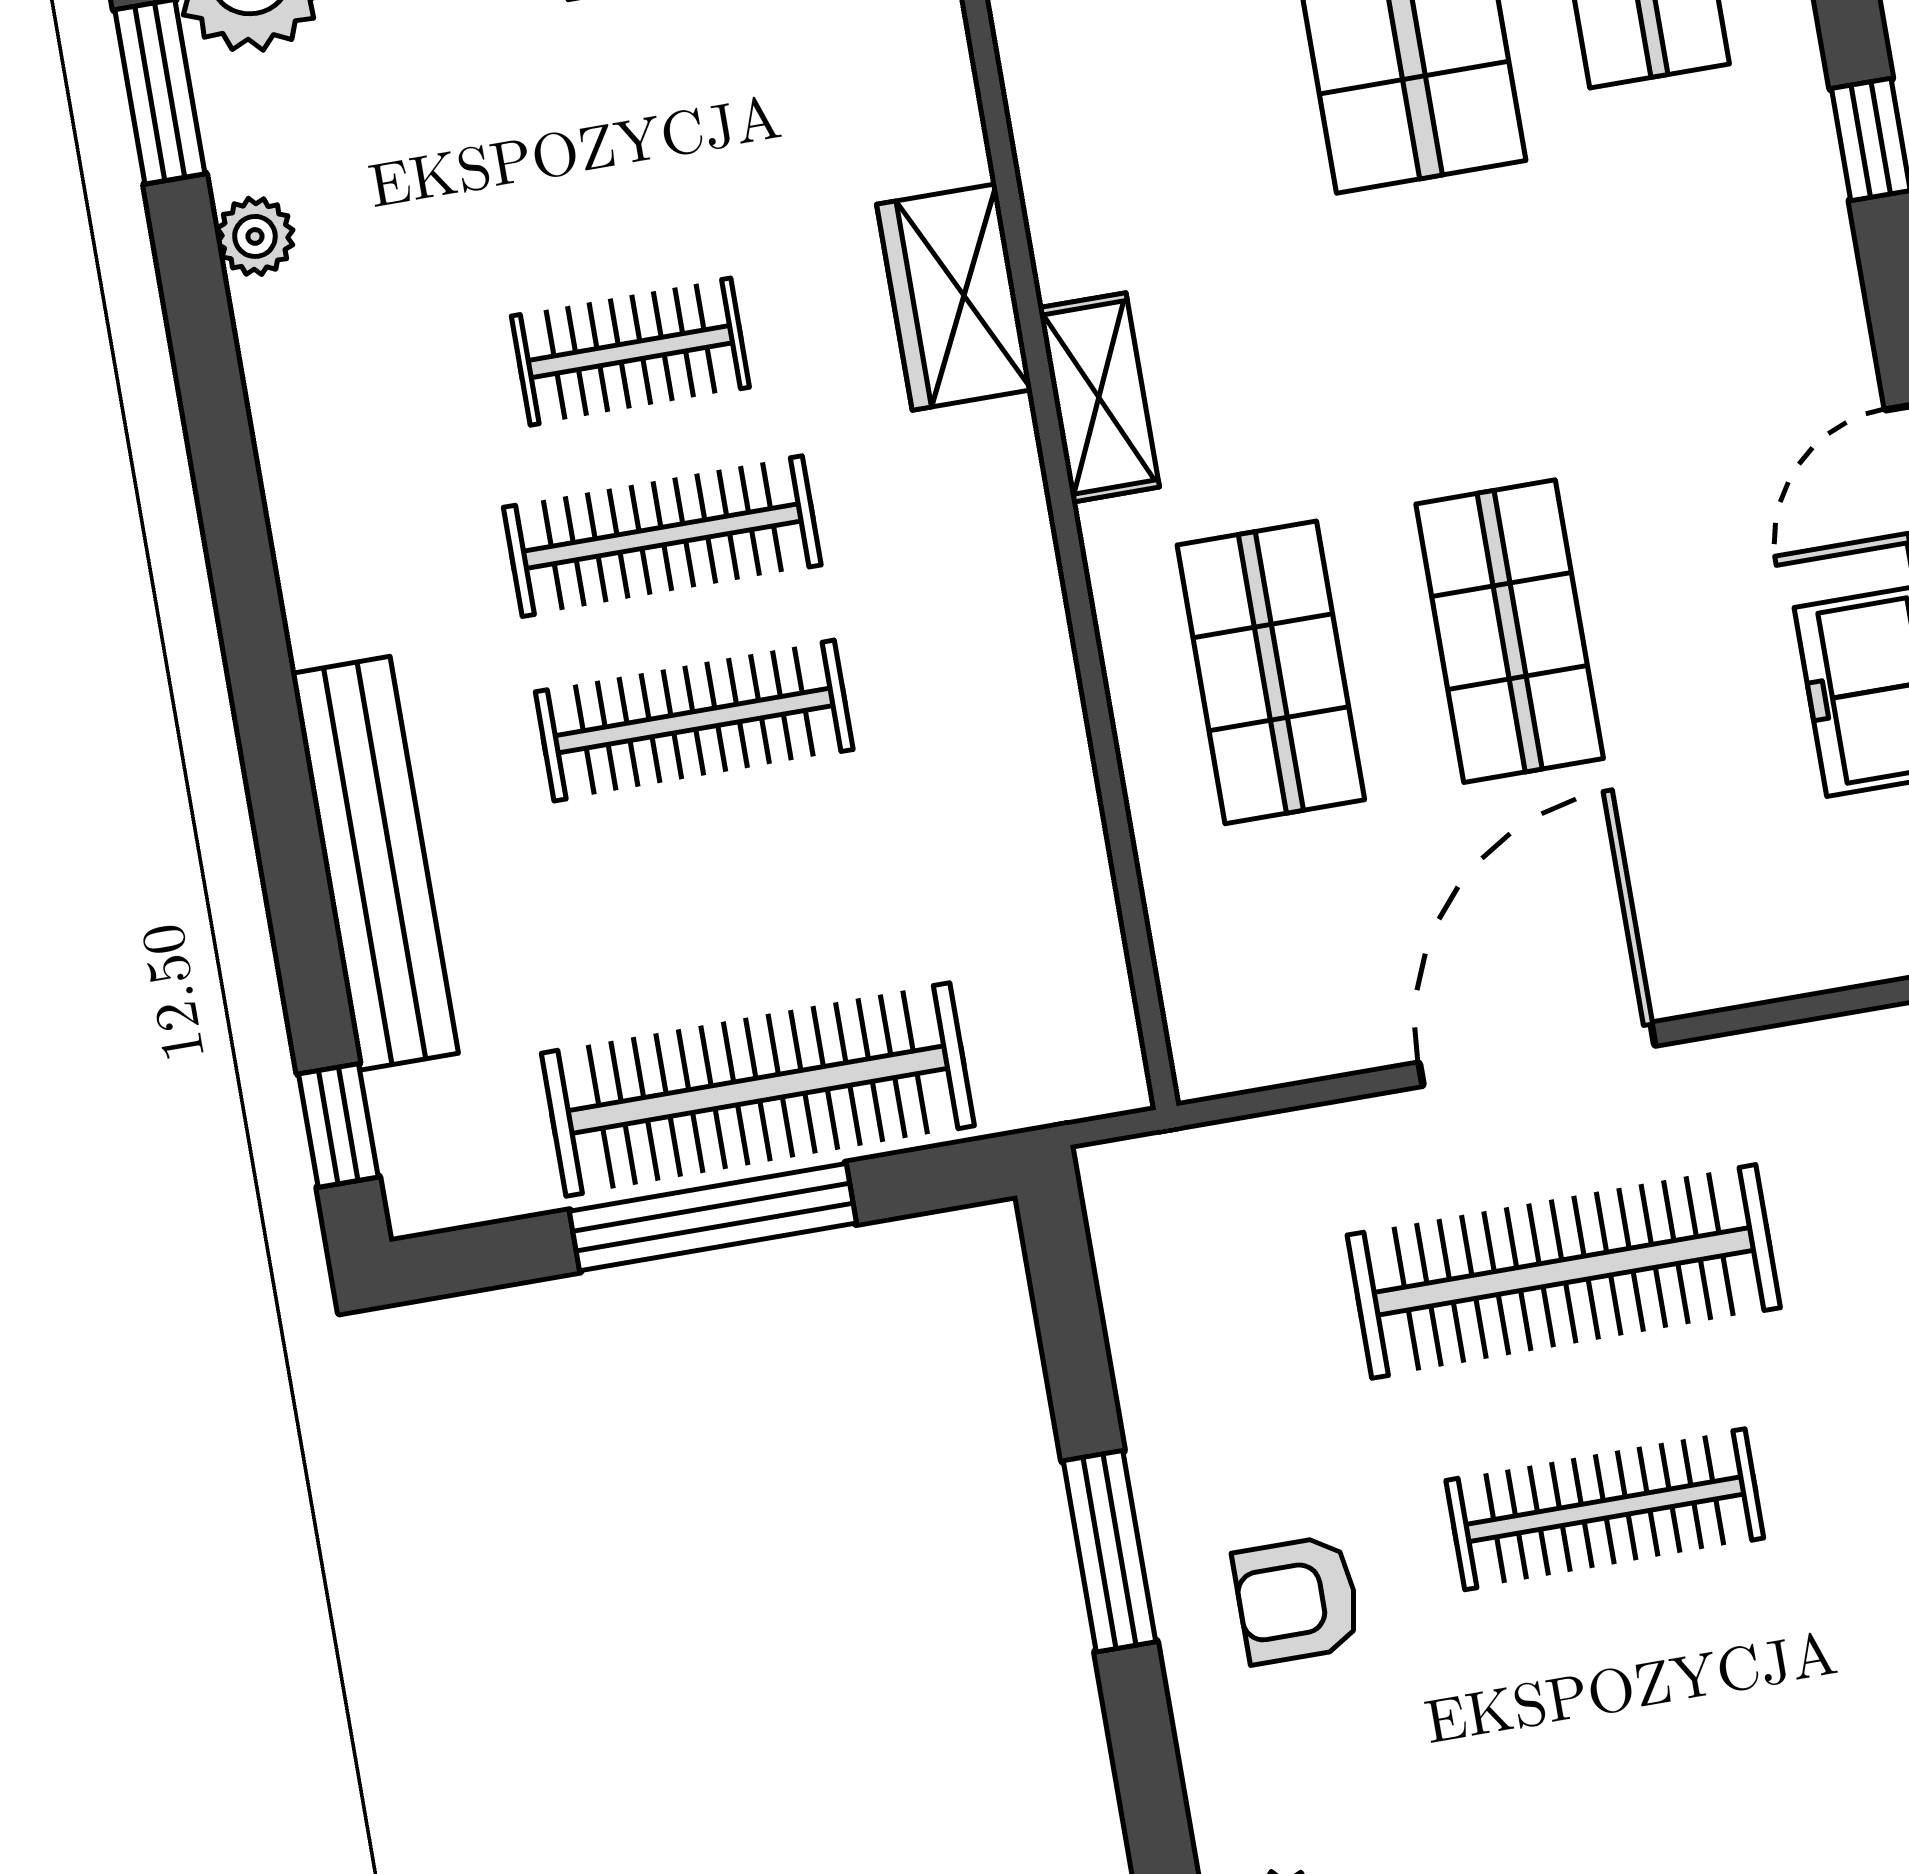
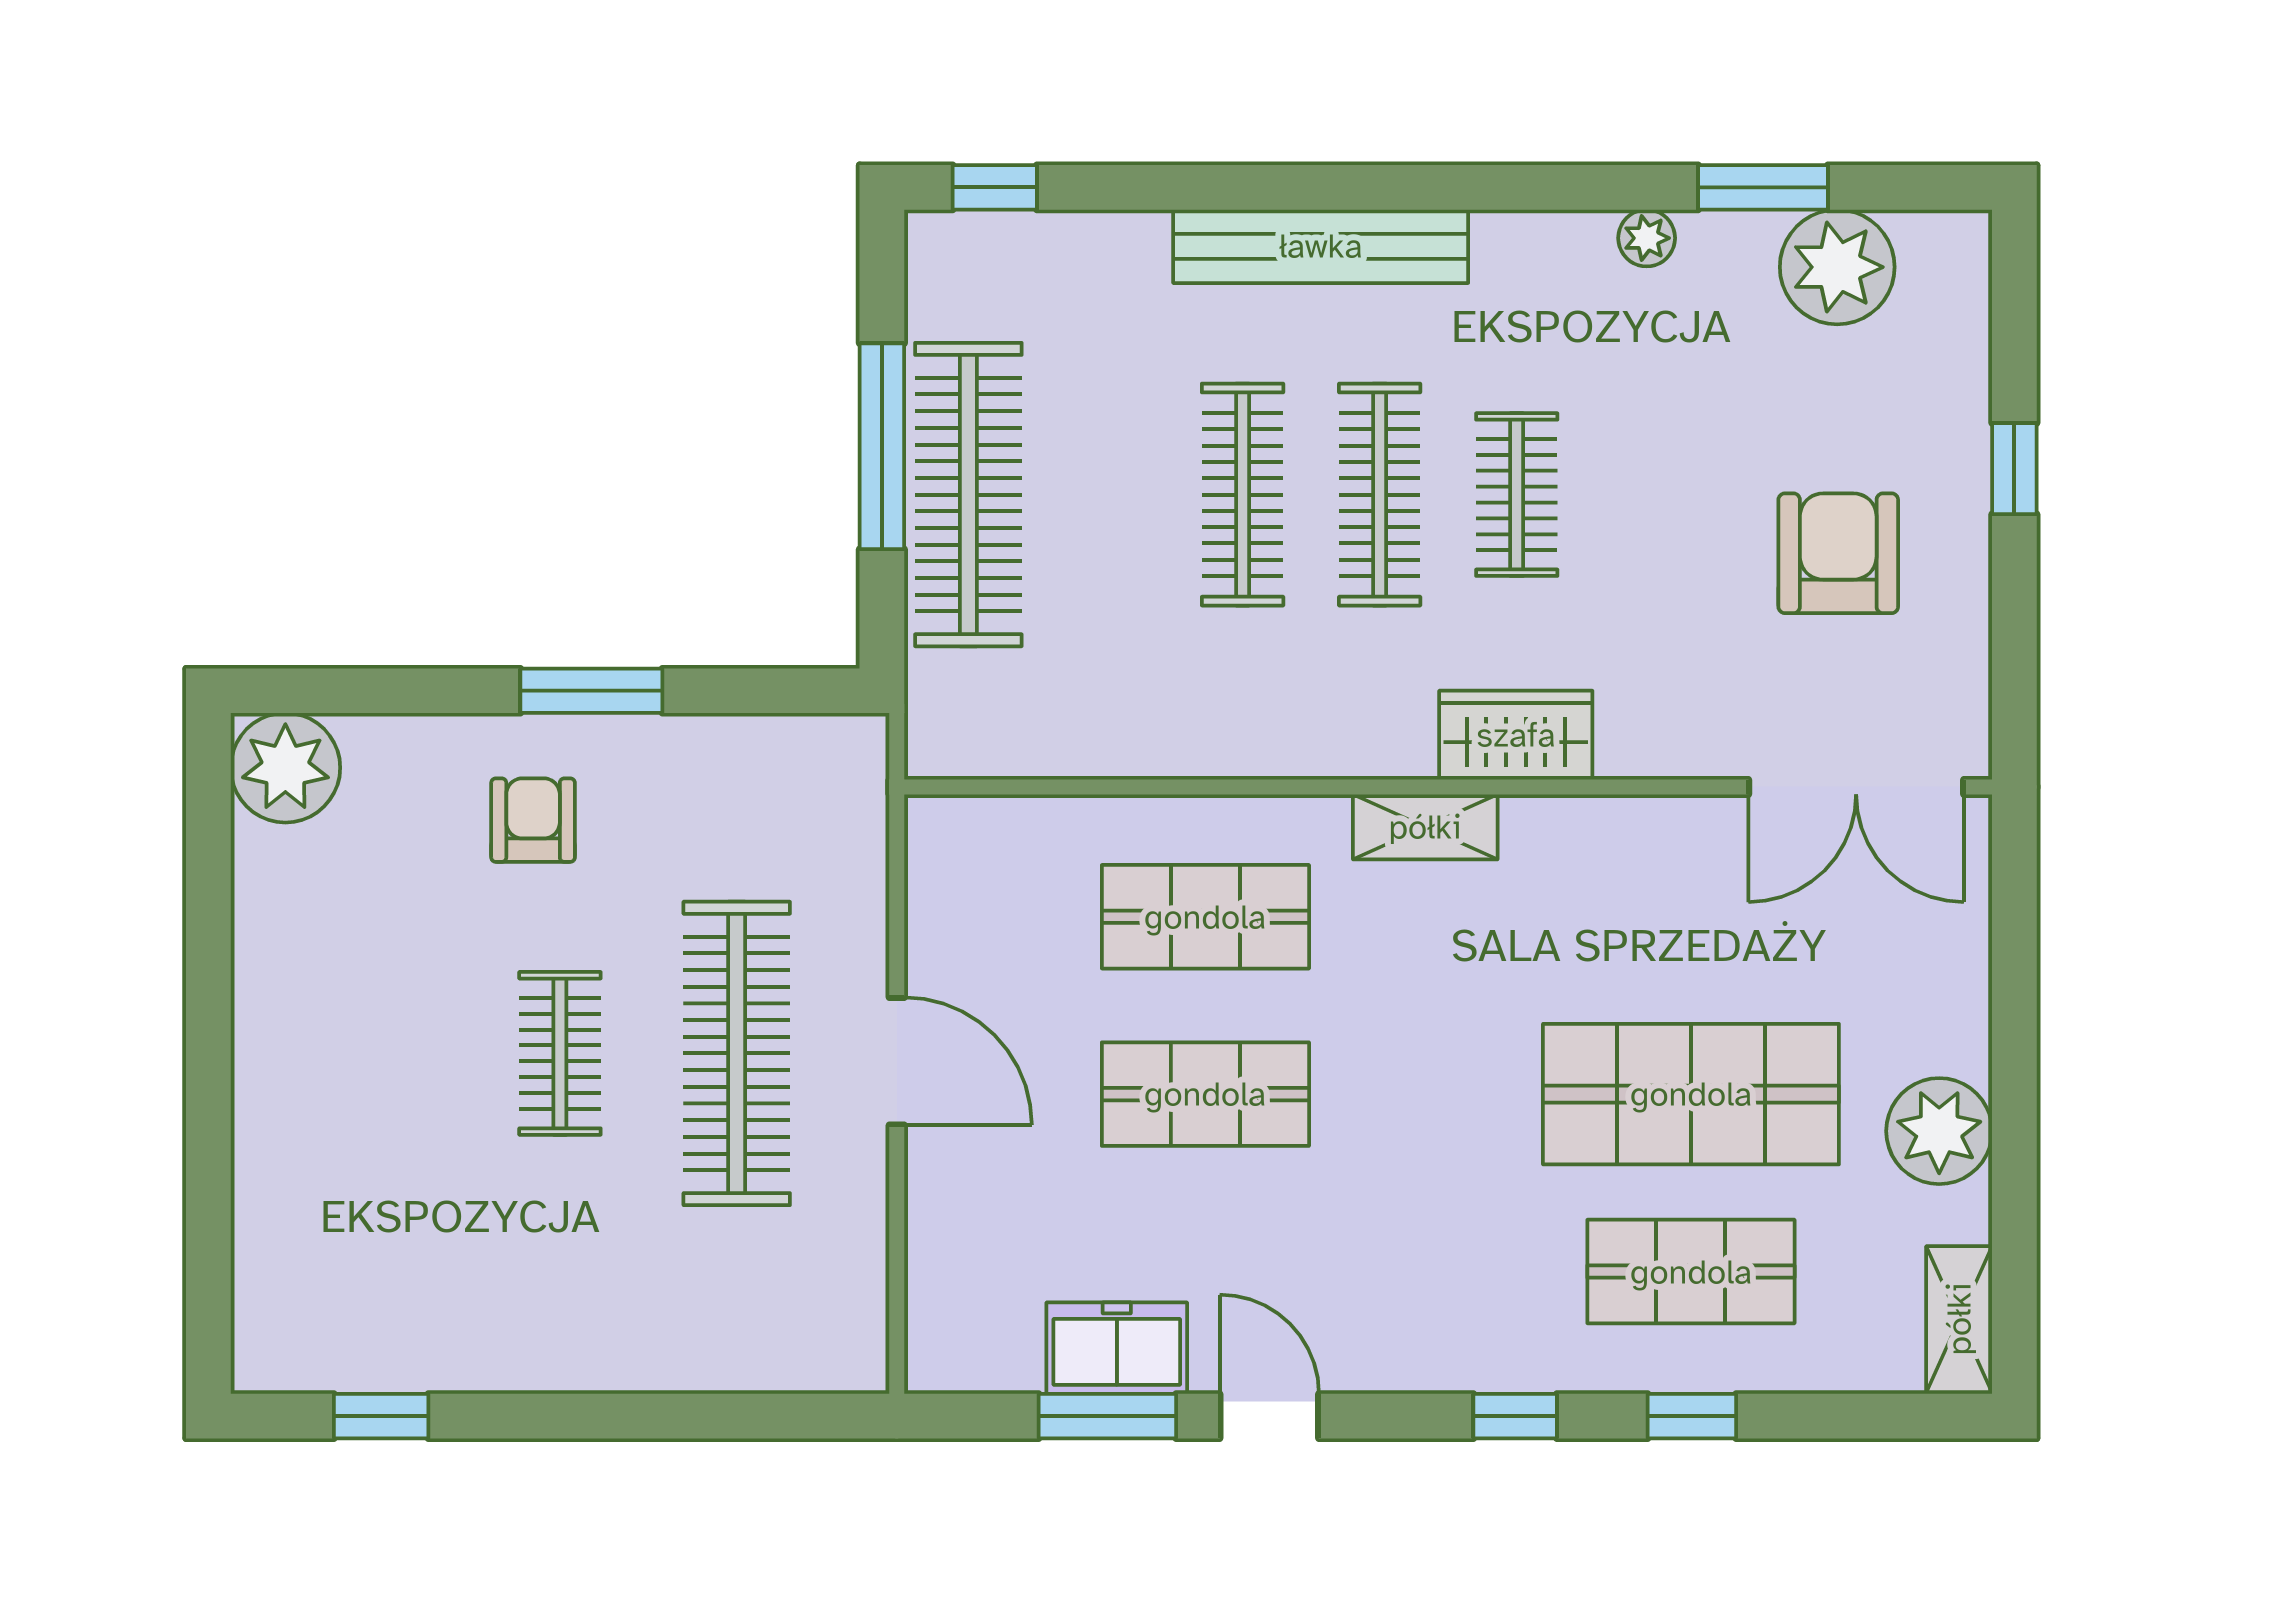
bench: (375, 863) -> (1321, 246), moved
door: (1537, 1054) -> (897, 1061), width x0.73
clothes rail: (1605, 1509) -> (560, 1053), width x0.73

